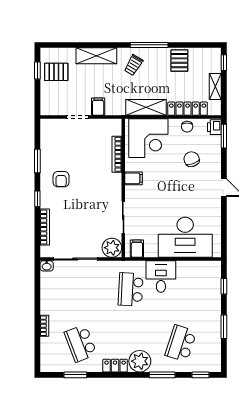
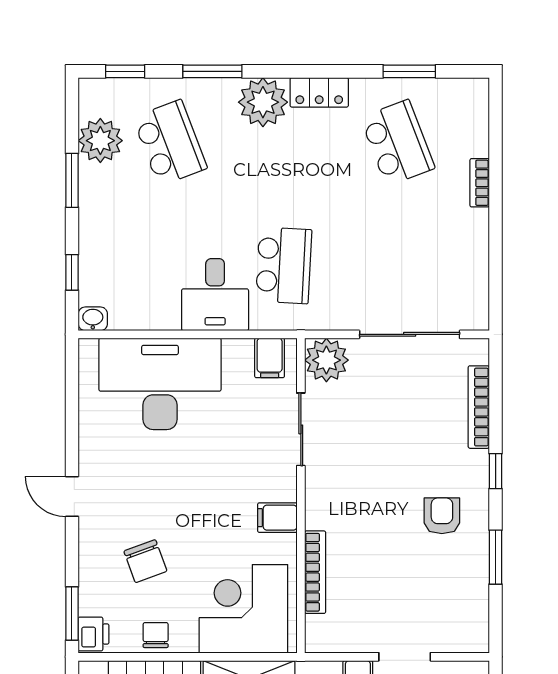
washbasin: (47, 266) -> (93, 319), moved
school desk: (181, 343) -> (170, 143), turned -39
plant: (211, 344) -> (100, 141), added

